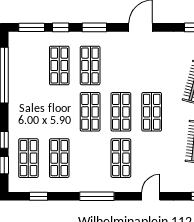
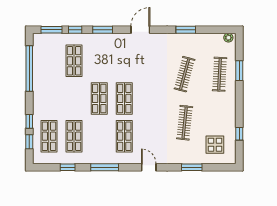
shop shelf: (90, 65) -> (99, 61), removed
shop shelf: (152, 112) -> (149, 98), removed
window: (39, 196) -> (68, 167), moved
door: (151, 196) -> (149, 167), hinge flipped

